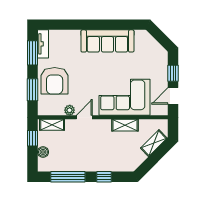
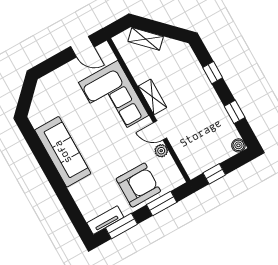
window: (173, 73) -> (58, 61), removed
shelving: (52, 125) -> (188, 161), removed
shelving: (125, 125) -> (152, 97), moved
boiler: (43, 152) -> (238, 145), moved
window: (68, 177) -> (235, 112), width x0.46

